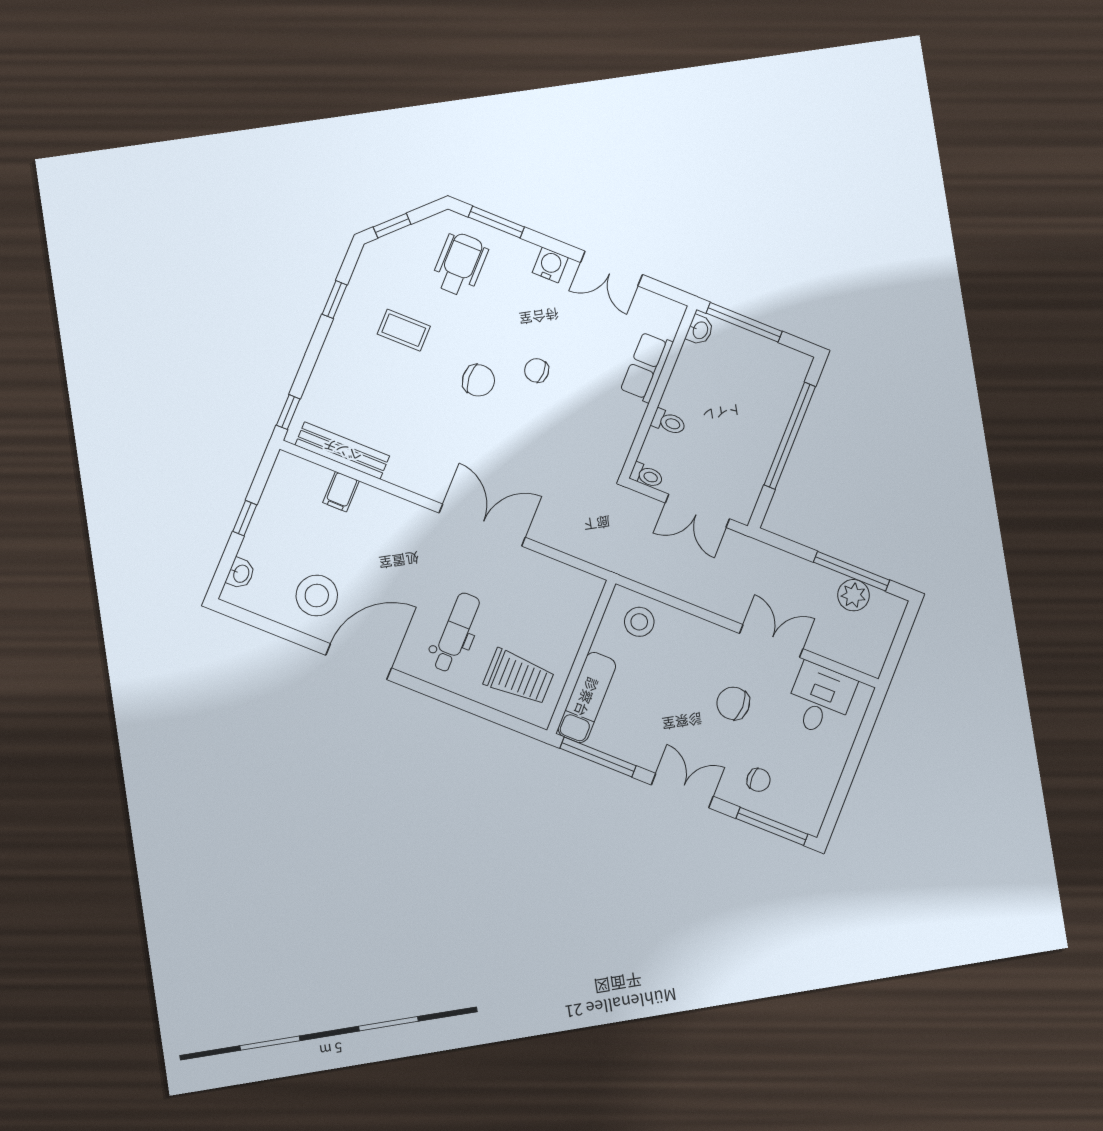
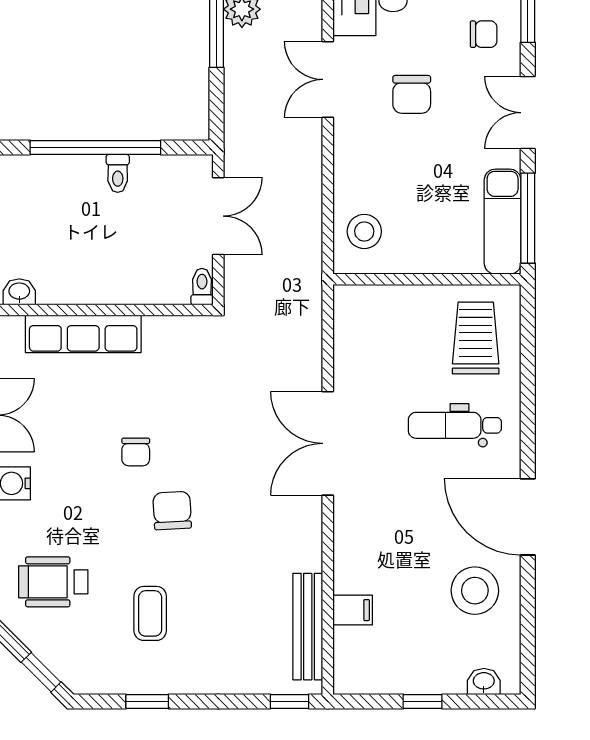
row of seats: (647, 367) -> (83, 334), width x1.48
toilet: (669, 422) -> (118, 173), moved, turned 180
exam couch: (587, 697) -> (503, 222), moved, turned -90
chair: (759, 780) -> (484, 34), turned 90

